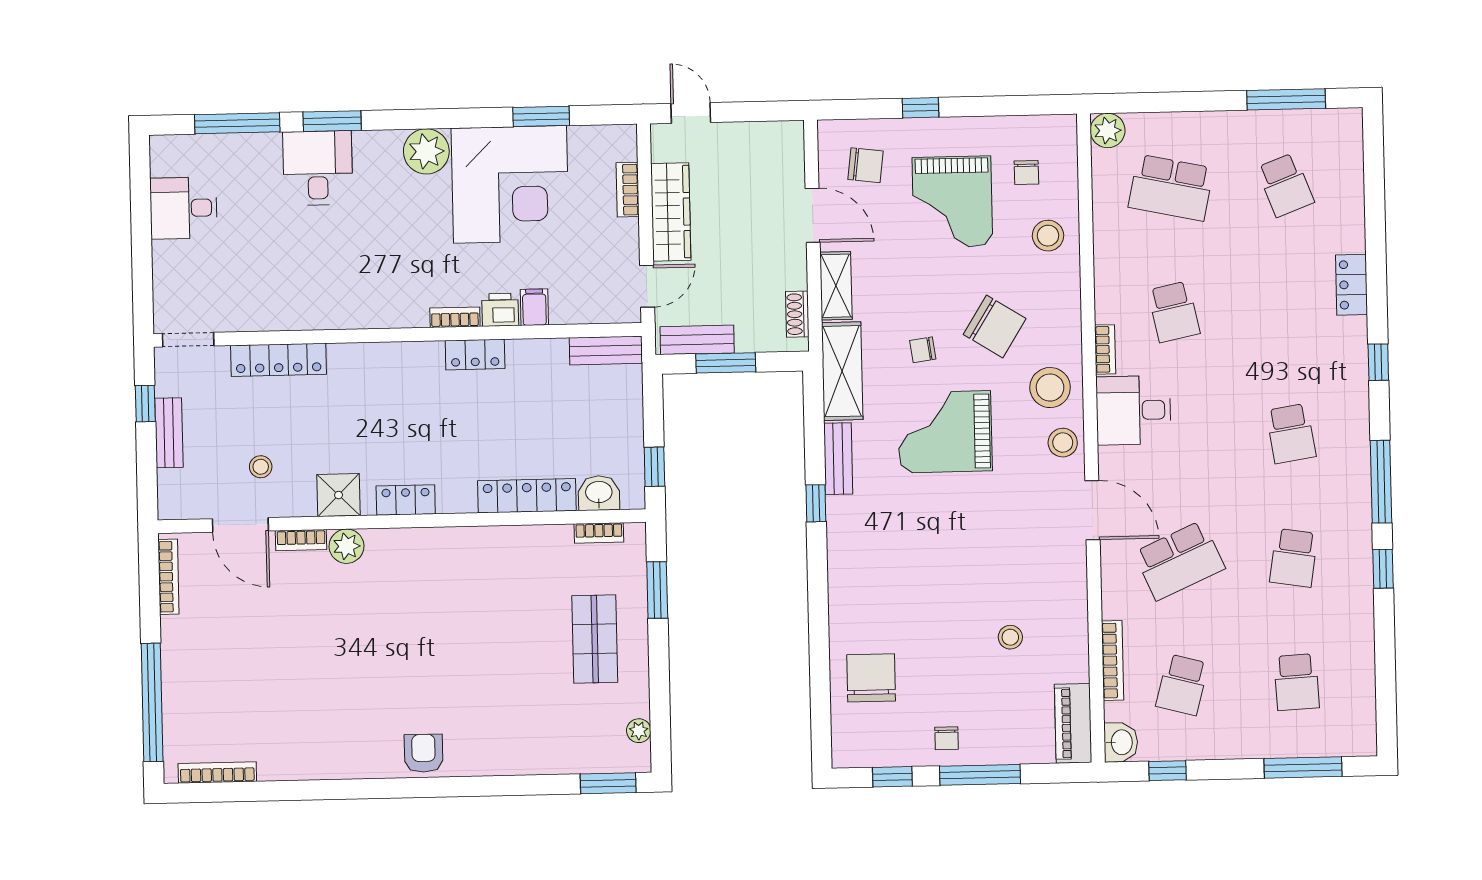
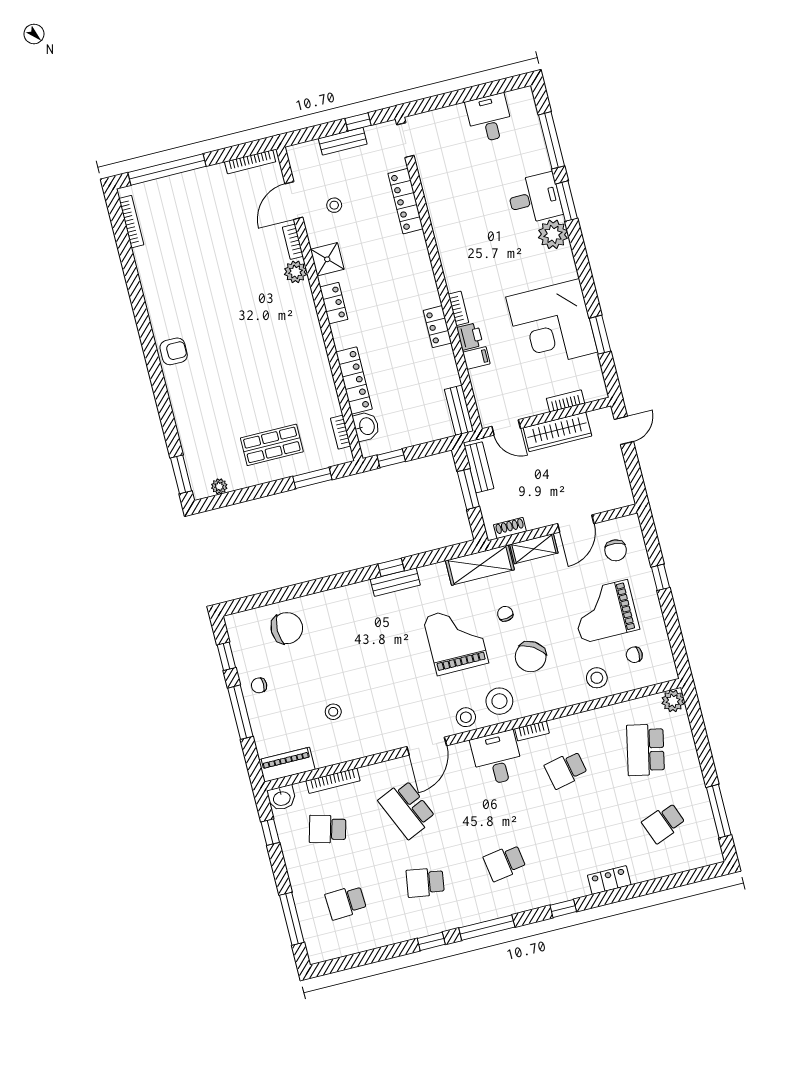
plant: (426, 151) -> (553, 234), moved
bench: (838, 459) -> (395, 582), moved

